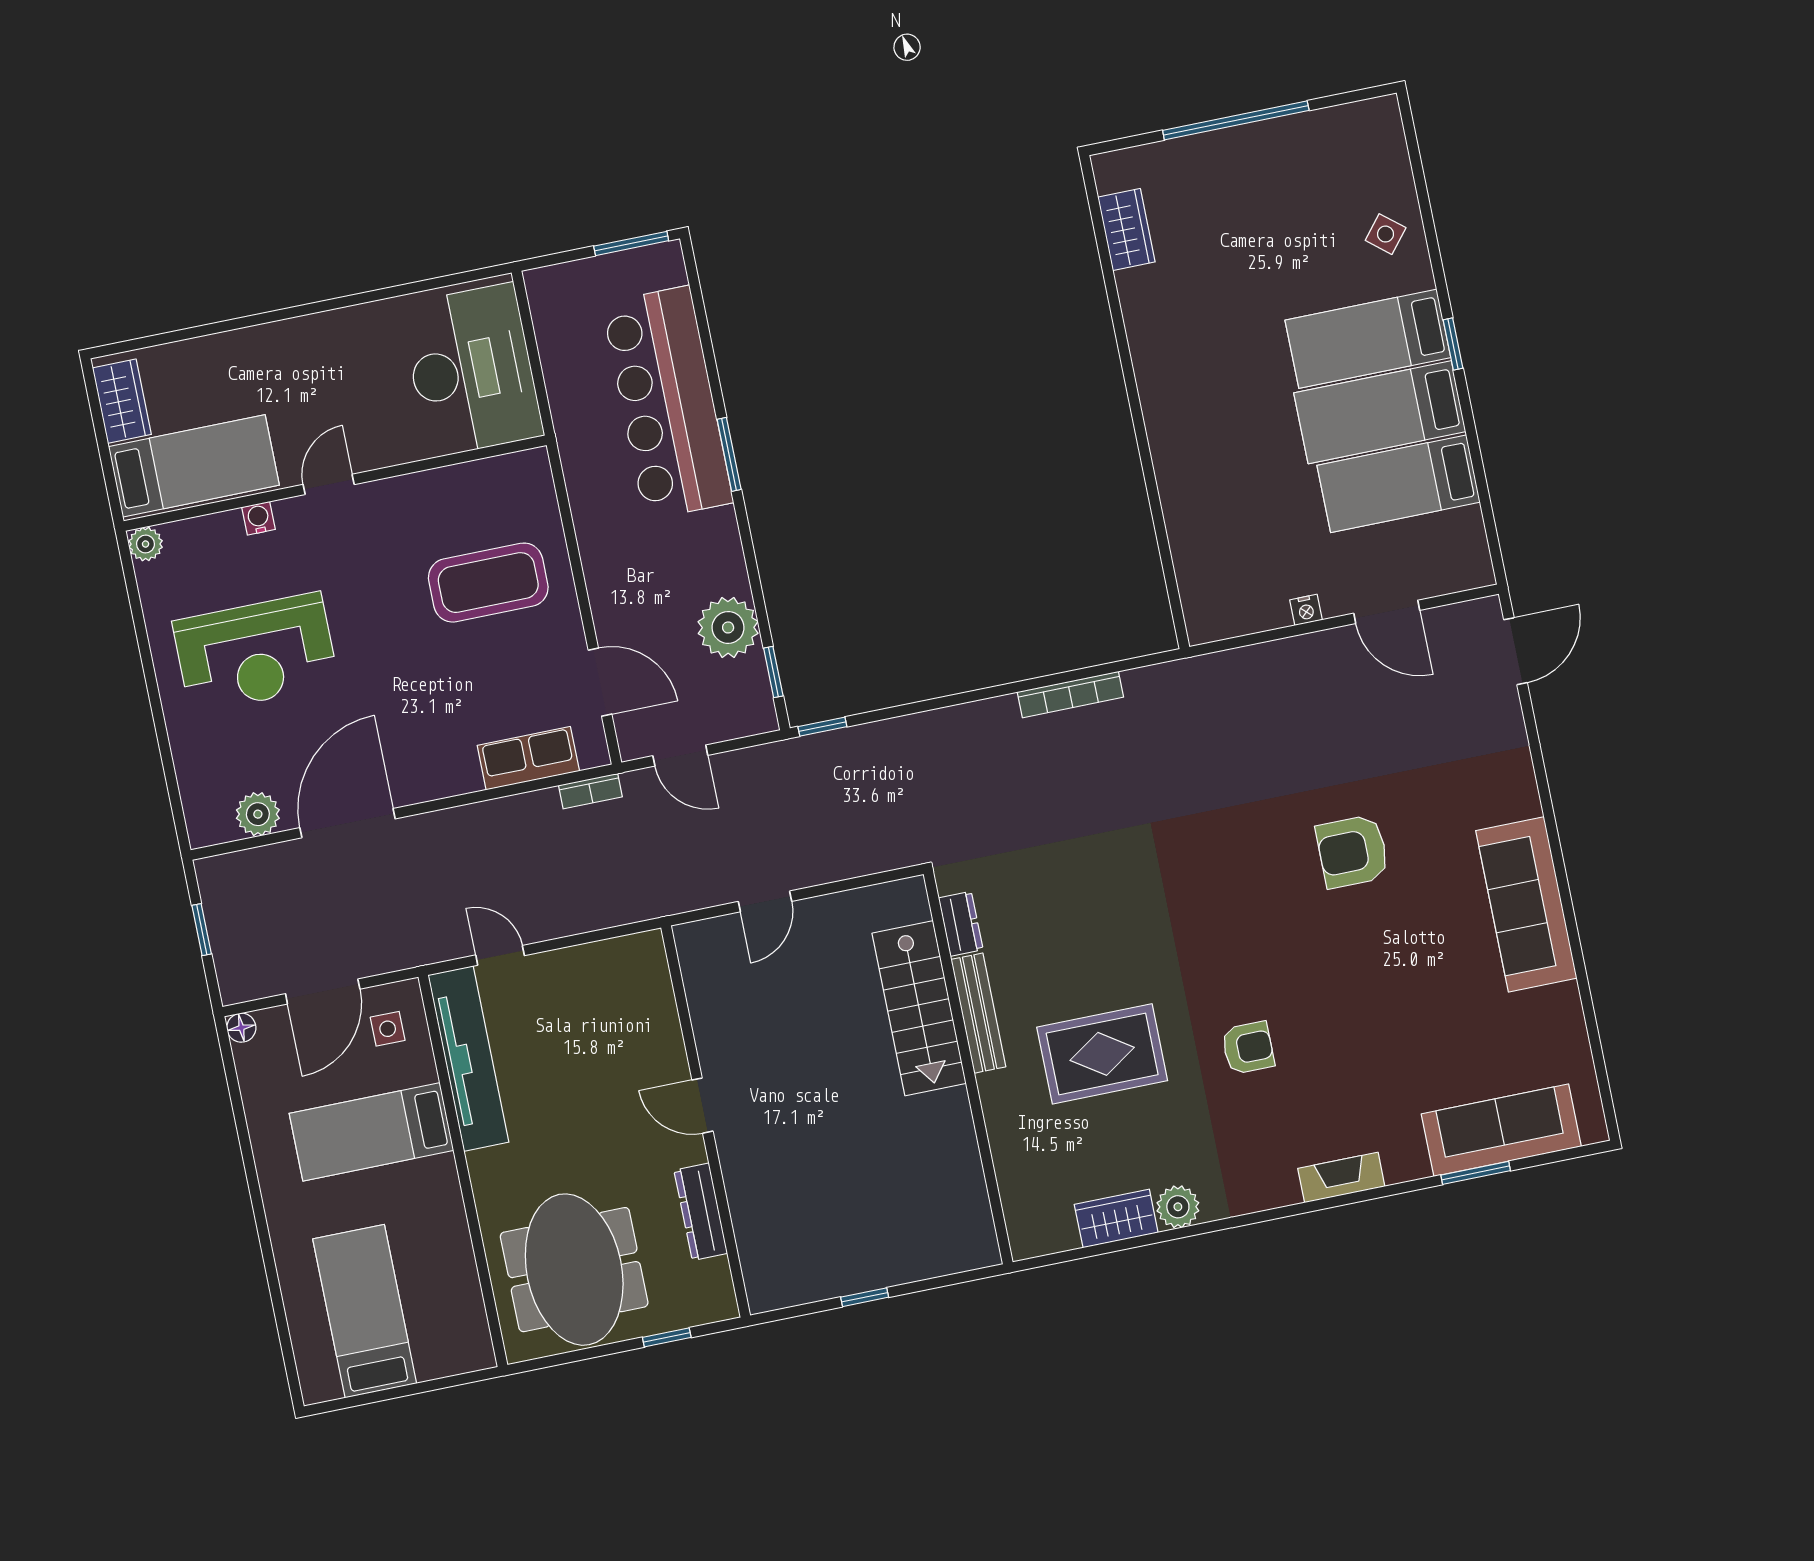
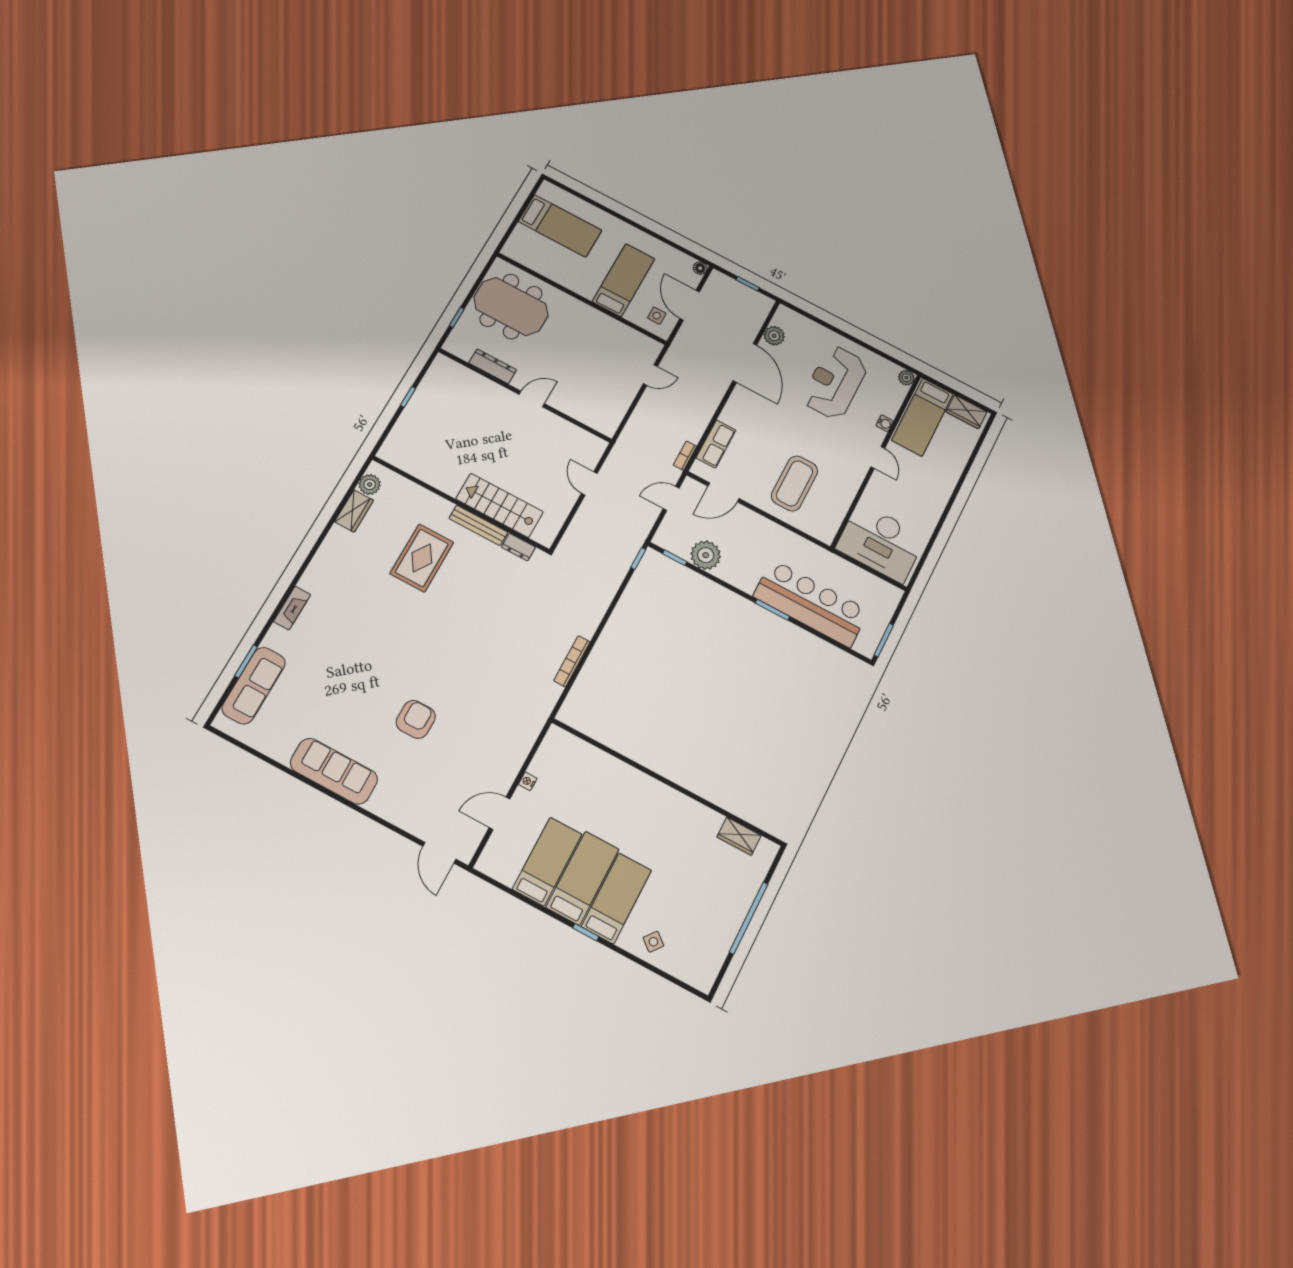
armchair: (1248, 1048) -> (375, 615), removed
tv unit: (468, 1059) -> (621, 334), removed
plant: (1178, 1207) -> (370, 484), moved

